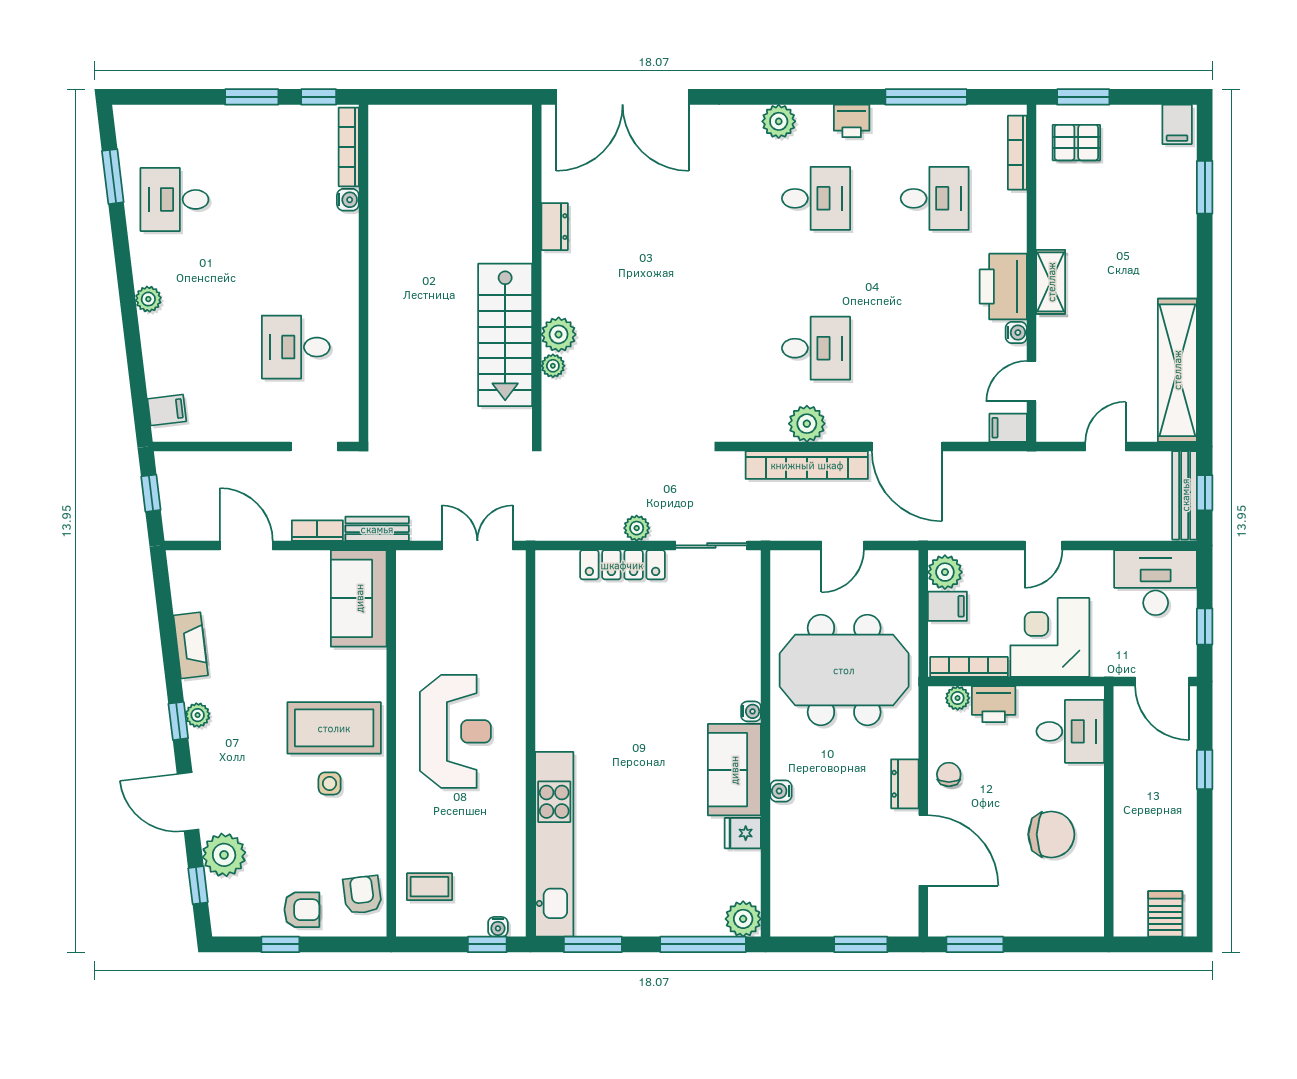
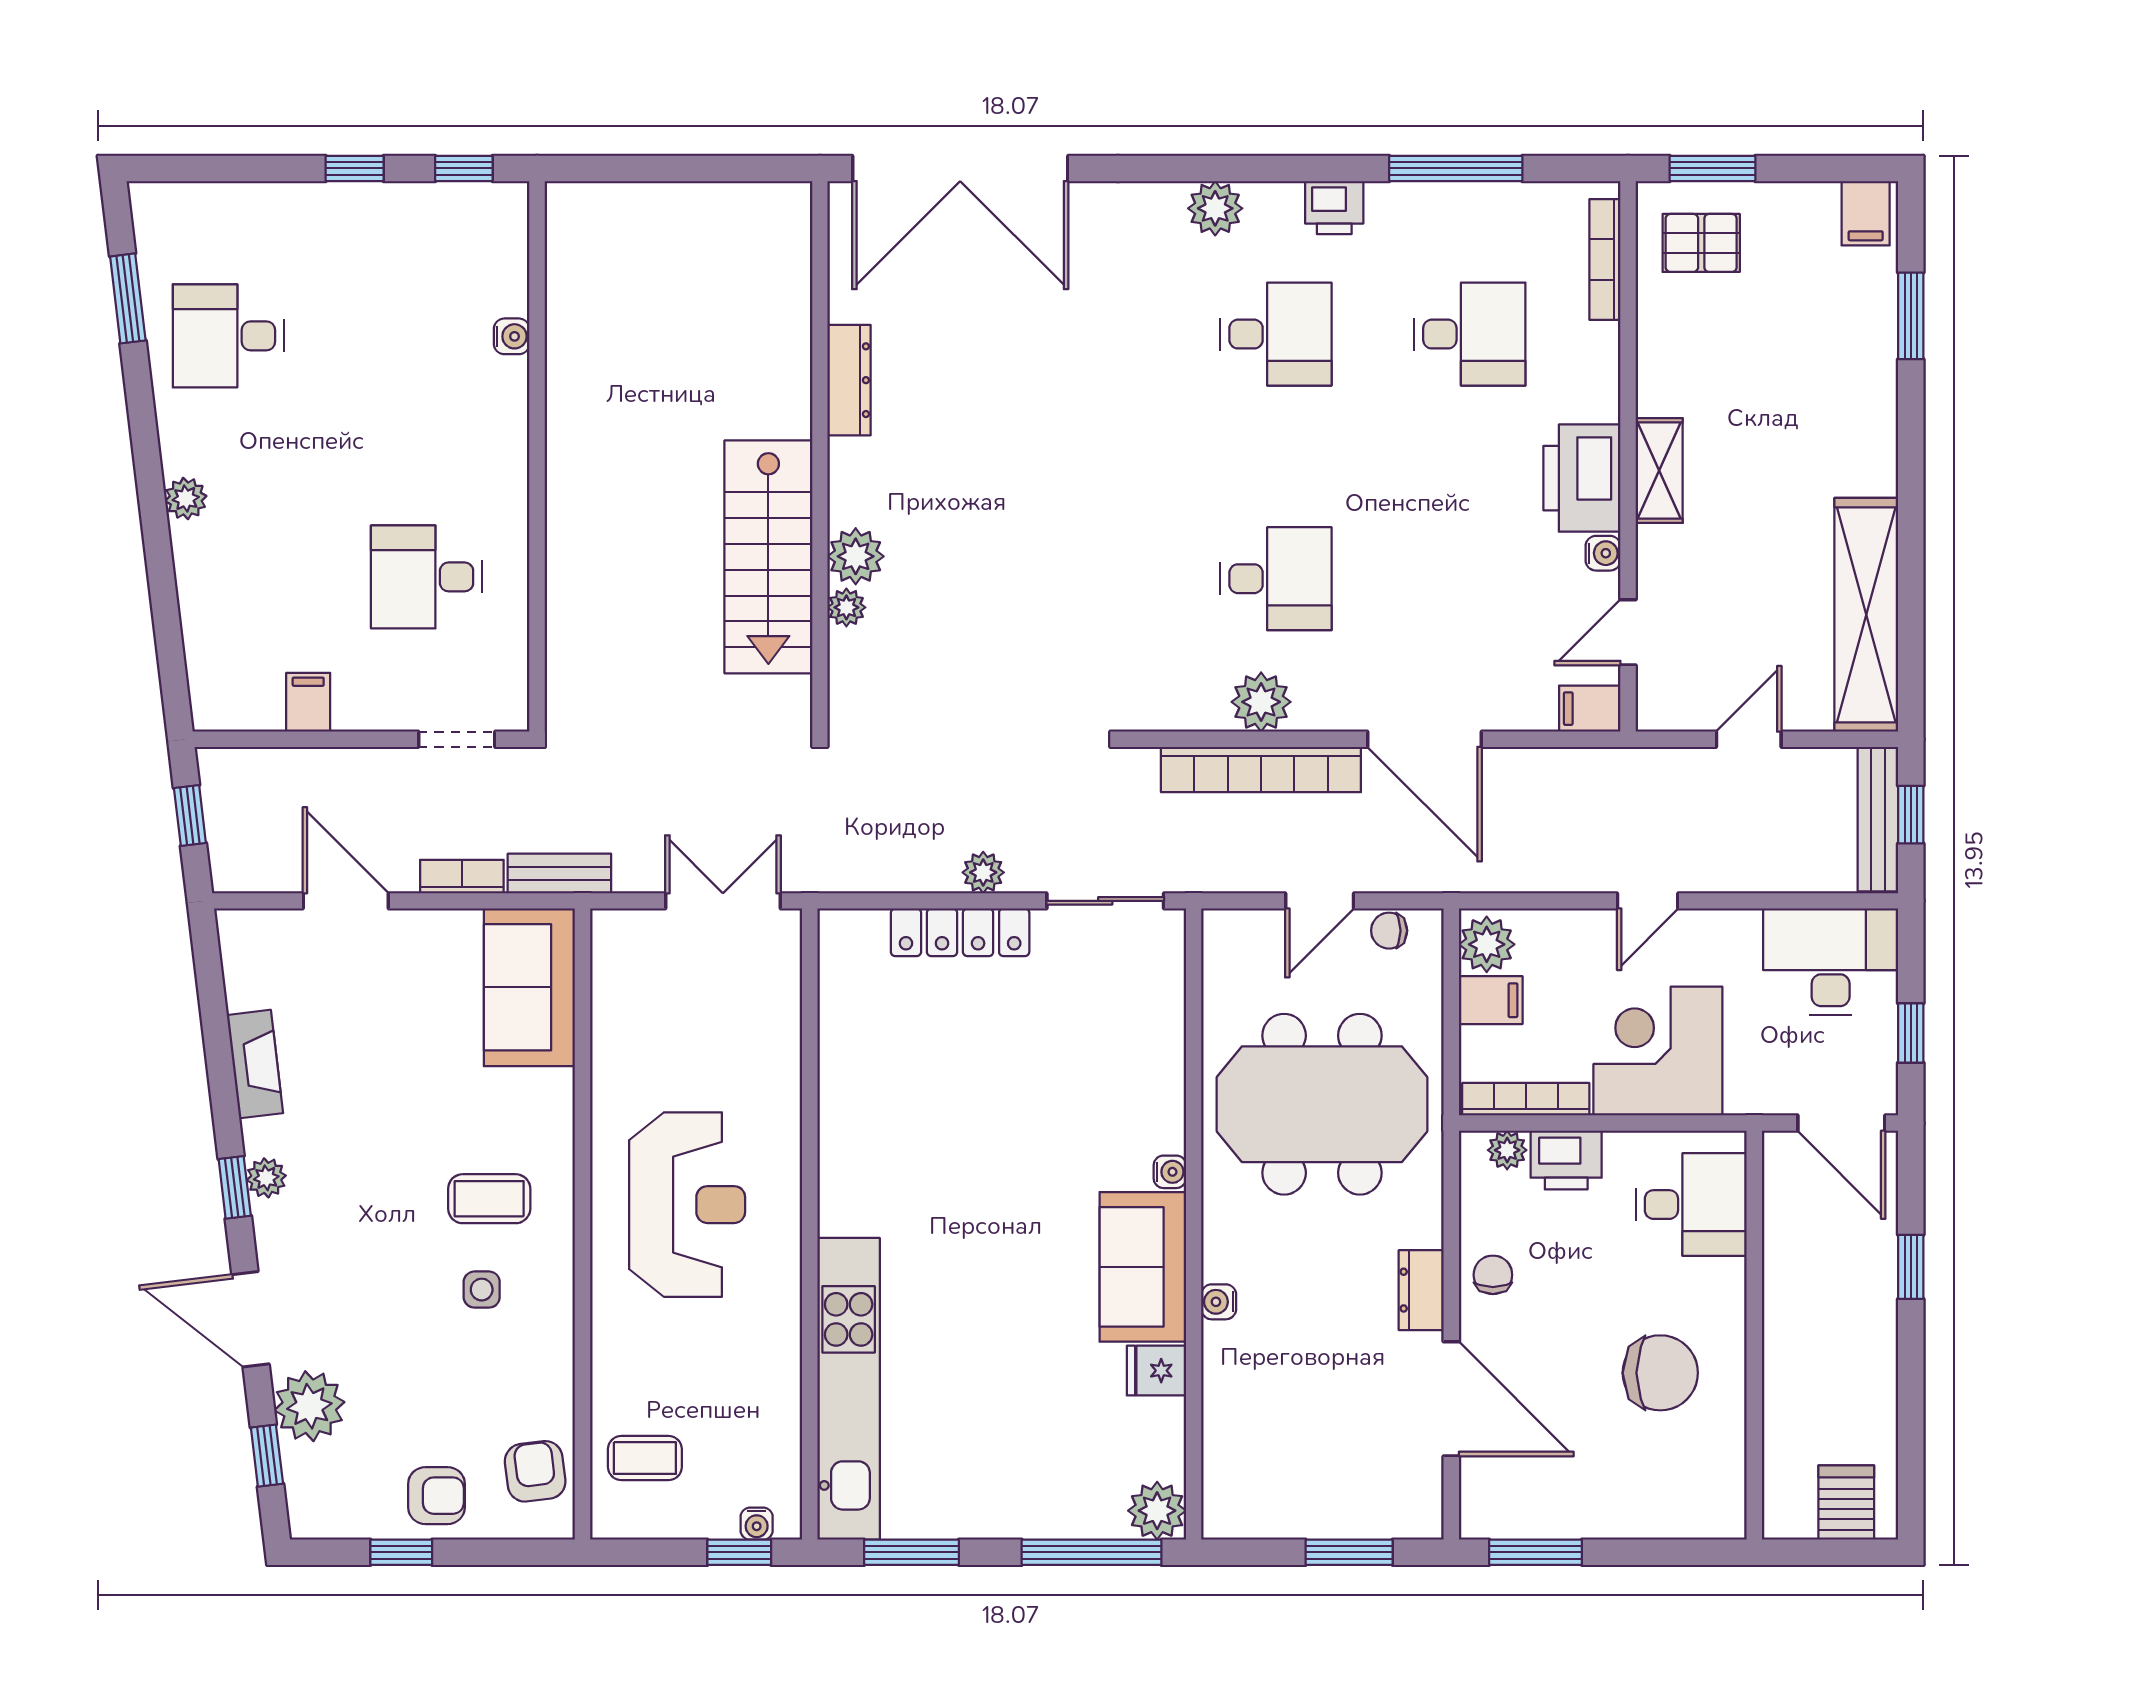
window: (252, 97) -> (355, 168), width x0.67
bookcase: (349, 147) -> (513, 250), removed
dresser: (555, 227) -> (849, 380), width x1.44
filing cabinet: (167, 410) -> (308, 702), moved, turned -83
chair: (885, 564) -> (1389, 931), added
coffee table: (334, 728) -> (489, 1199), width x0.54, depth x0.58

